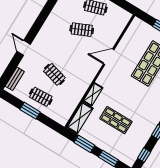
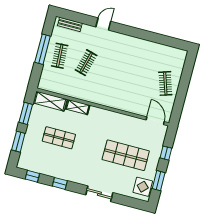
clothes rail: (82, 30) -> (139, 77), removed
door: (109, 57) -> (155, 121), moved
window: (30, 111) -> (43, 49), width x1.44
shop shelf: (116, 120) -> (59, 138), turned 90

